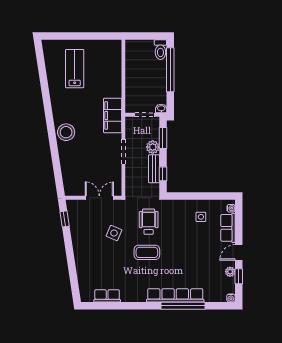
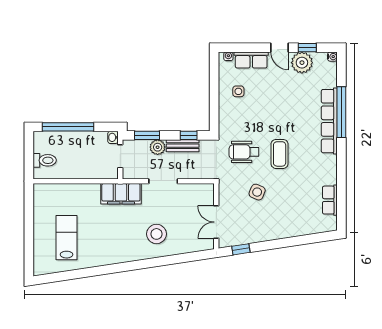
toilet: (160, 50) -> (45, 160), moved
lab bench: (75, 69) -> (67, 238), turned 90
stool: (66, 132) -> (156, 234), moved
double door: (99, 198) -> (216, 222), moved
plant: (230, 272) -> (302, 63), width x1.88, depth x1.88

